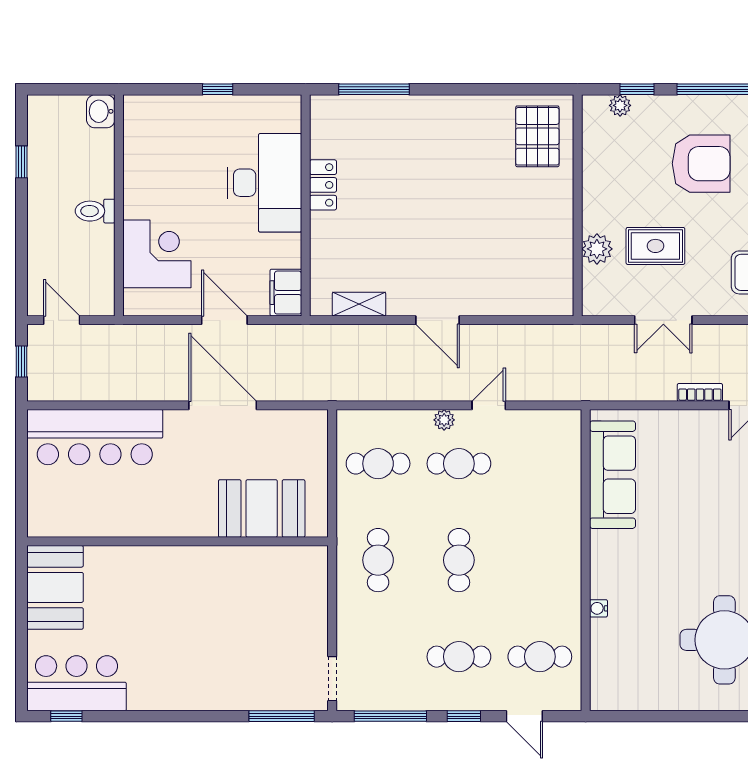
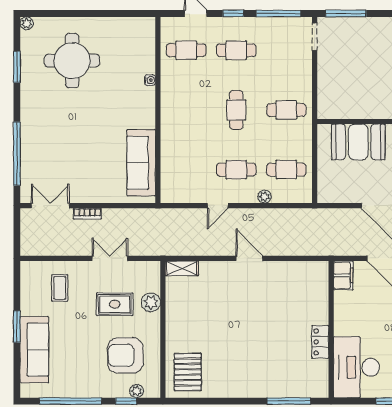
armchair: (701, 164) -> (125, 355), moved
desk: (265, 183) -> (356, 367), moved
shelving: (359, 304) -> (182, 268), moved
plant: (444, 420) -> (264, 197), moved
cafe table: (378, 560) -> (286, 110), turned 90

